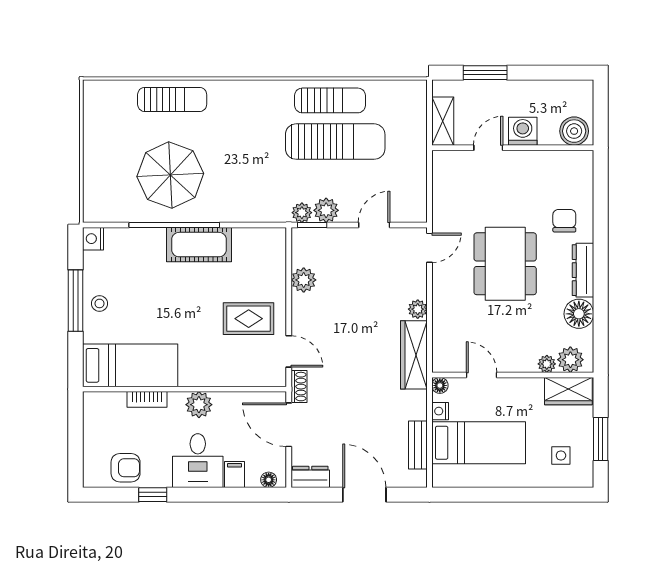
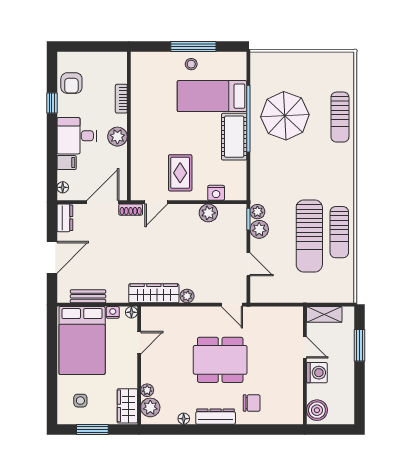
nightstand: (93, 239) -> (216, 193), moved, turned 180
floor lamp: (579, 314) -> (184, 419), width x0.53, depth x0.53
bed: (130, 365) -> (212, 96), moved, turned 90
bed: (479, 443) -> (82, 341), width x1.50

